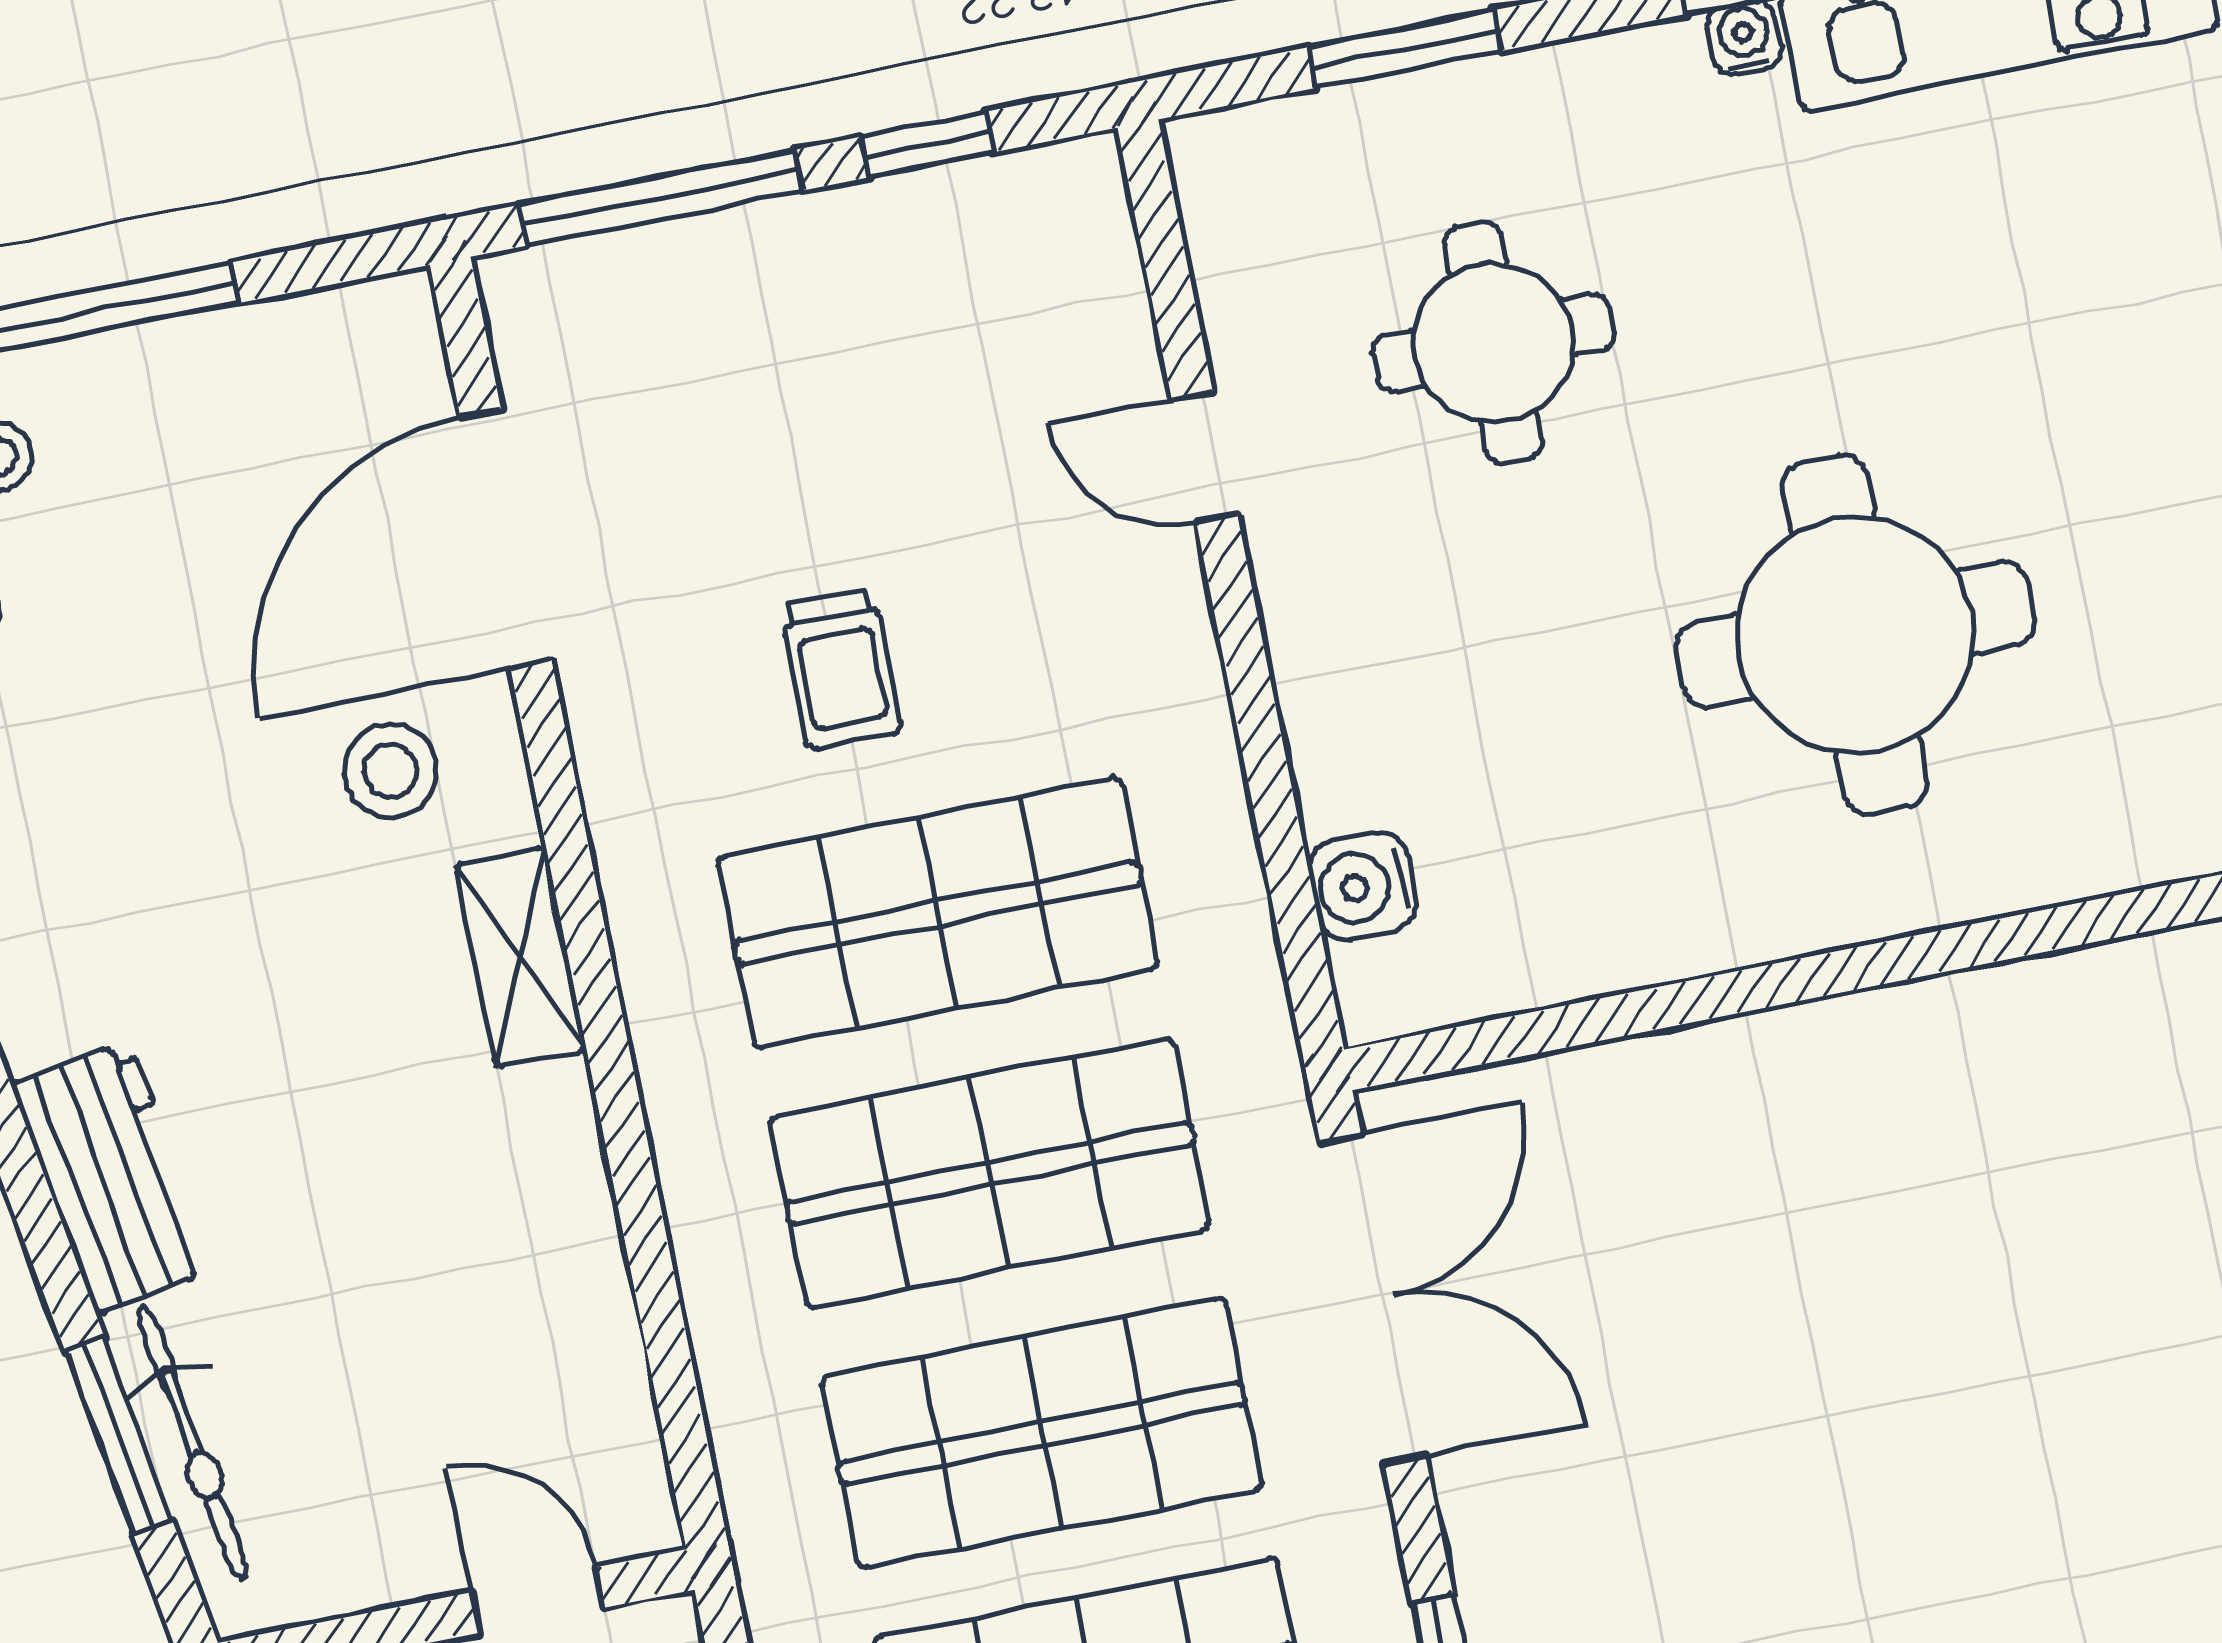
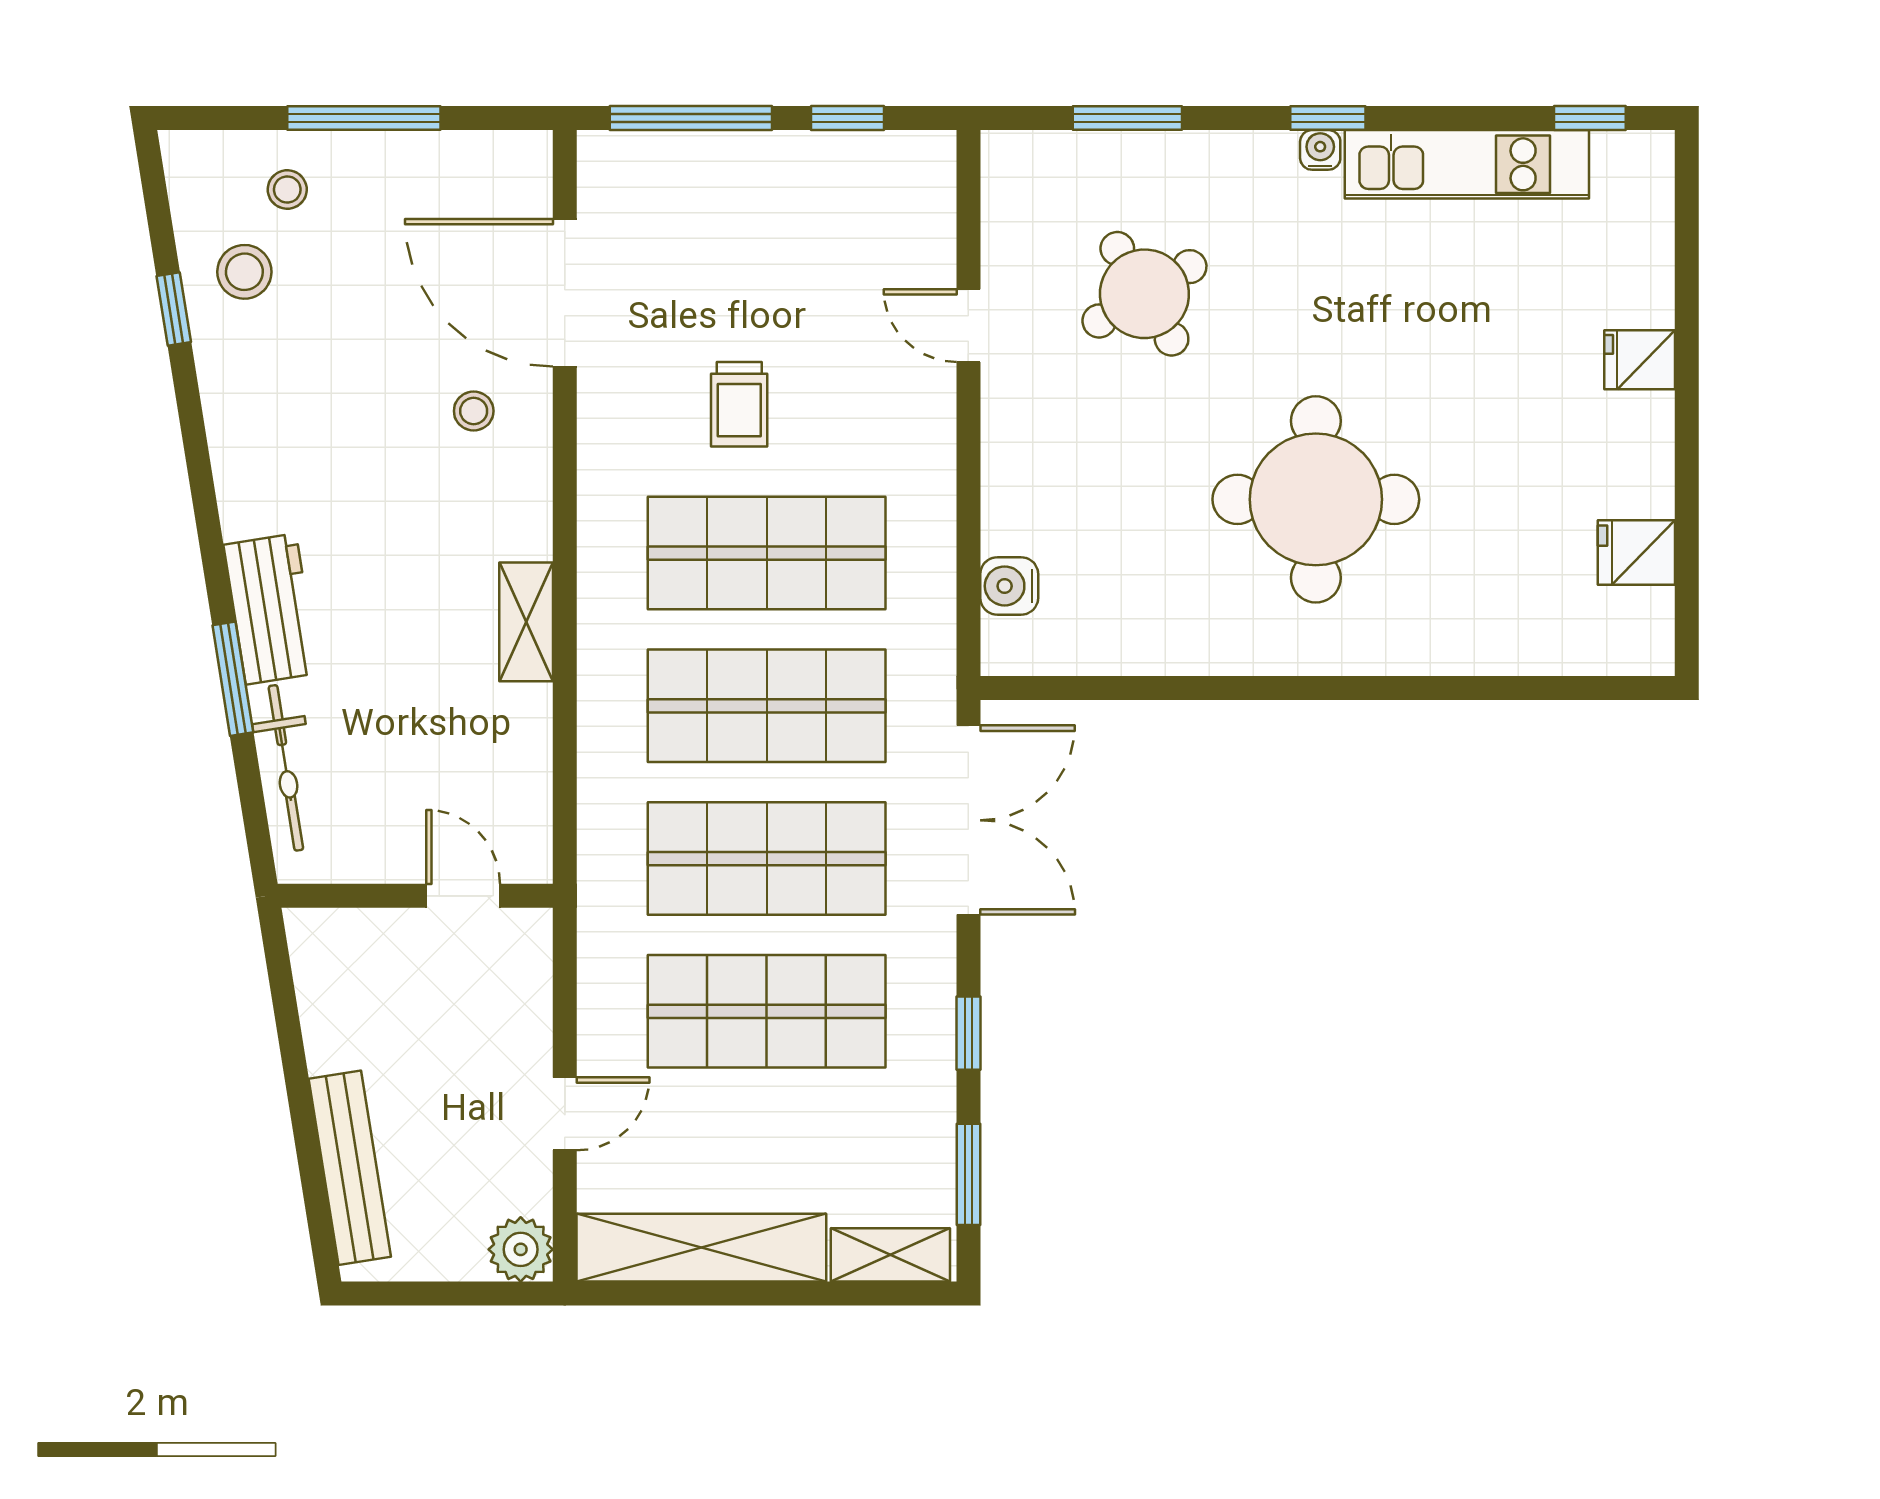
round table: (1493, 343) -> (1144, 294), turned -31
door: (506, 538) -> (565, 293), hinge flipped
stool: (391, 771) -> (474, 411), width x0.73, depth x0.73
shelving: (521, 957) -> (526, 622), moved
window: (119, 1436) -> (233, 679), moved

